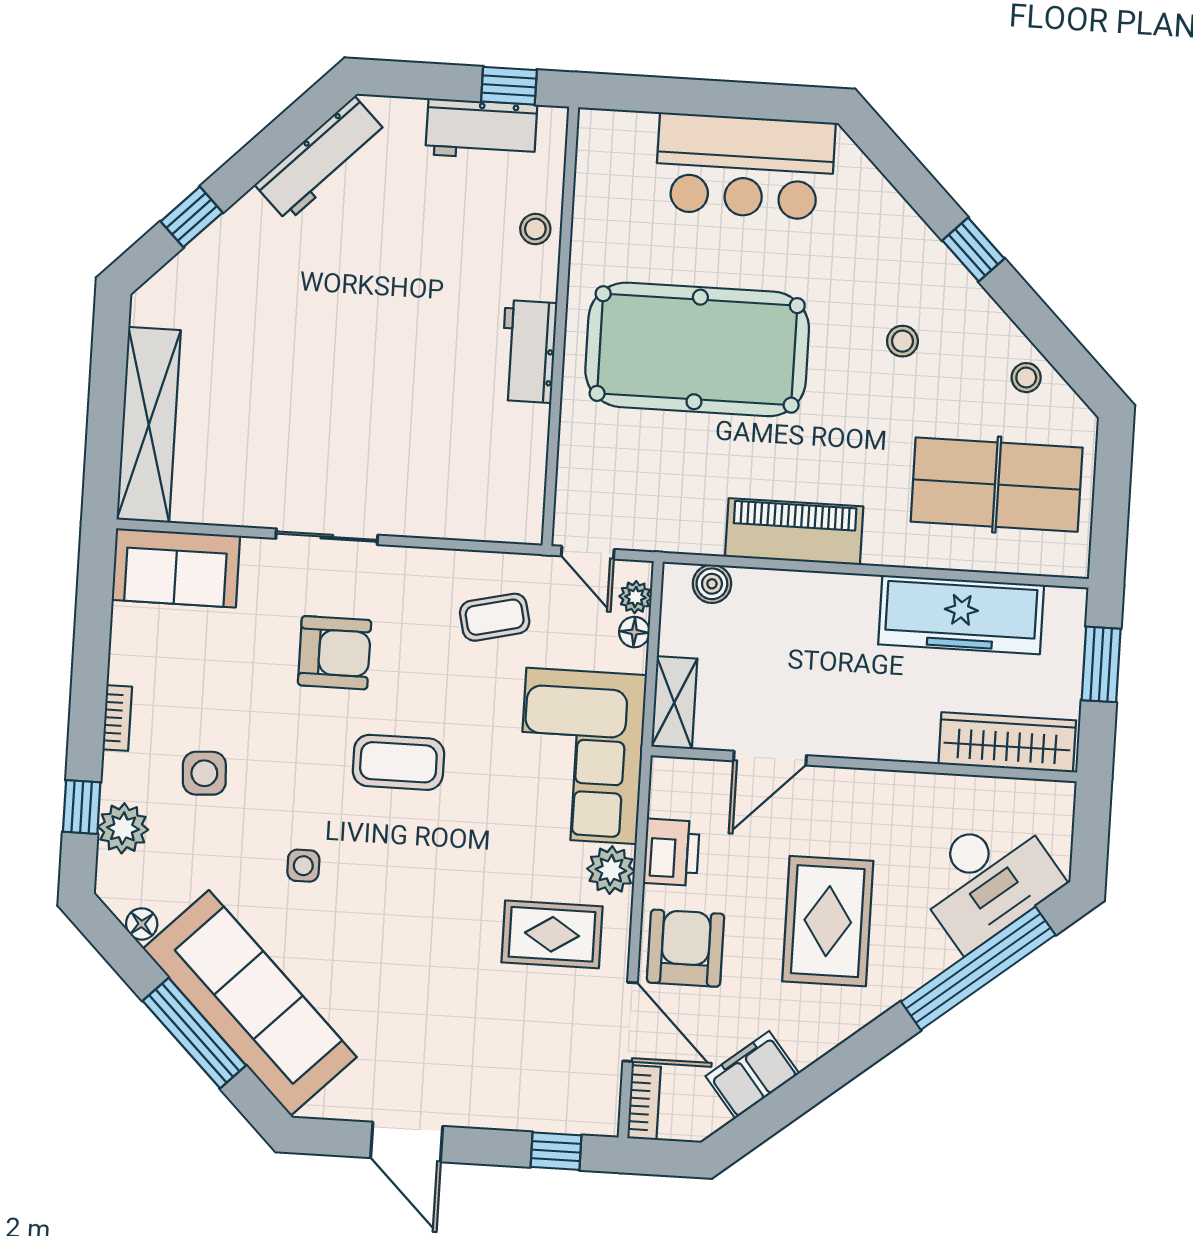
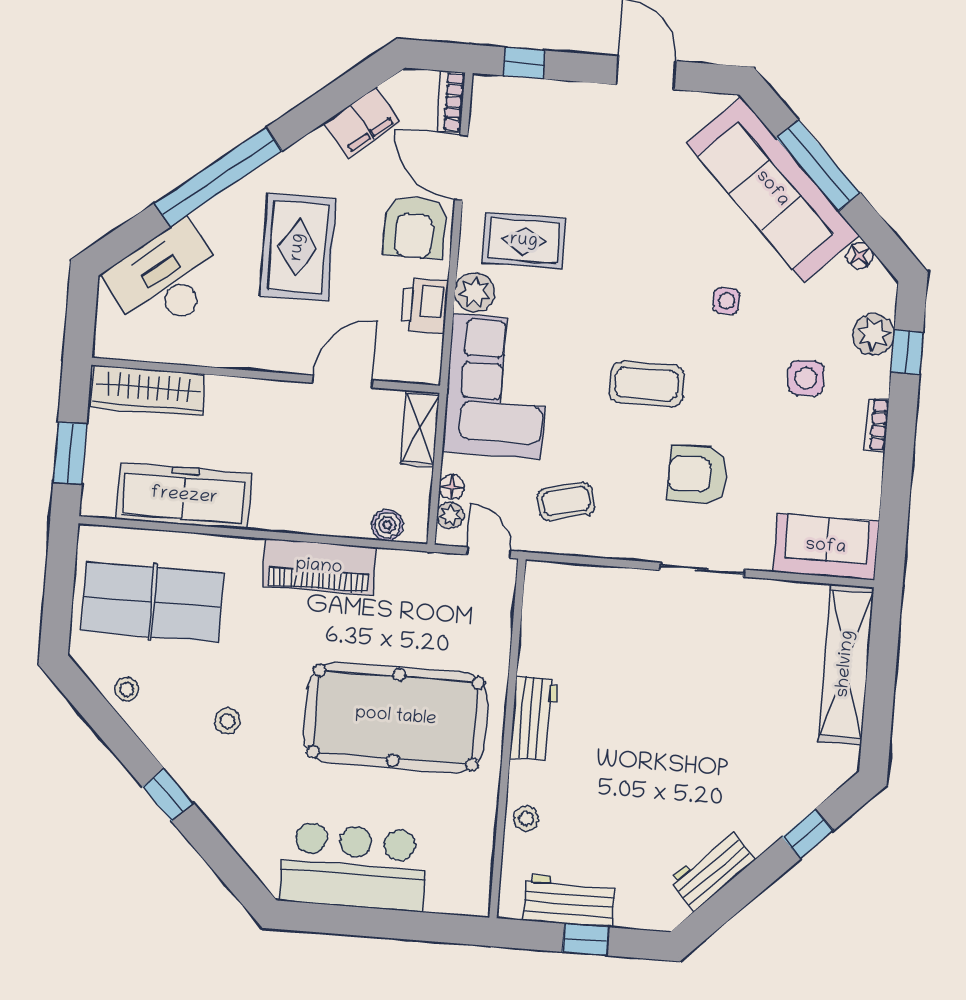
window: (509, 86) -> (586, 940), moved
workbench: (321, 159) -> (712, 870), width x0.73
window: (978, 968) -> (218, 177), moved

